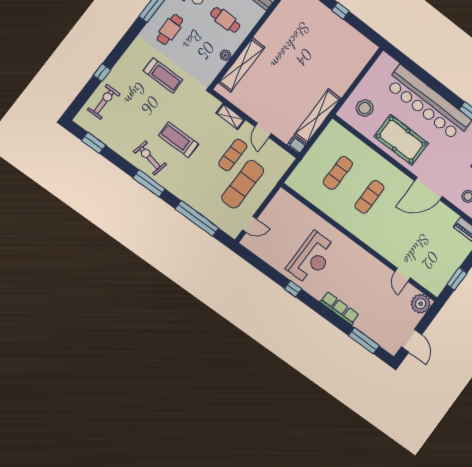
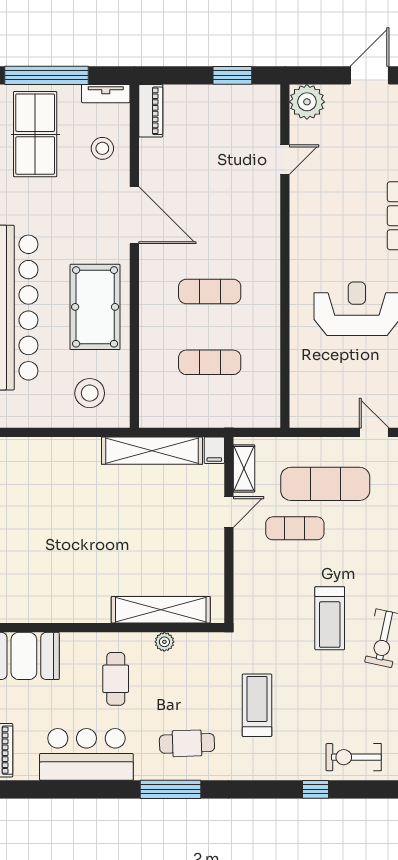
shelving: (230, 117) -> (244, 468), moved

